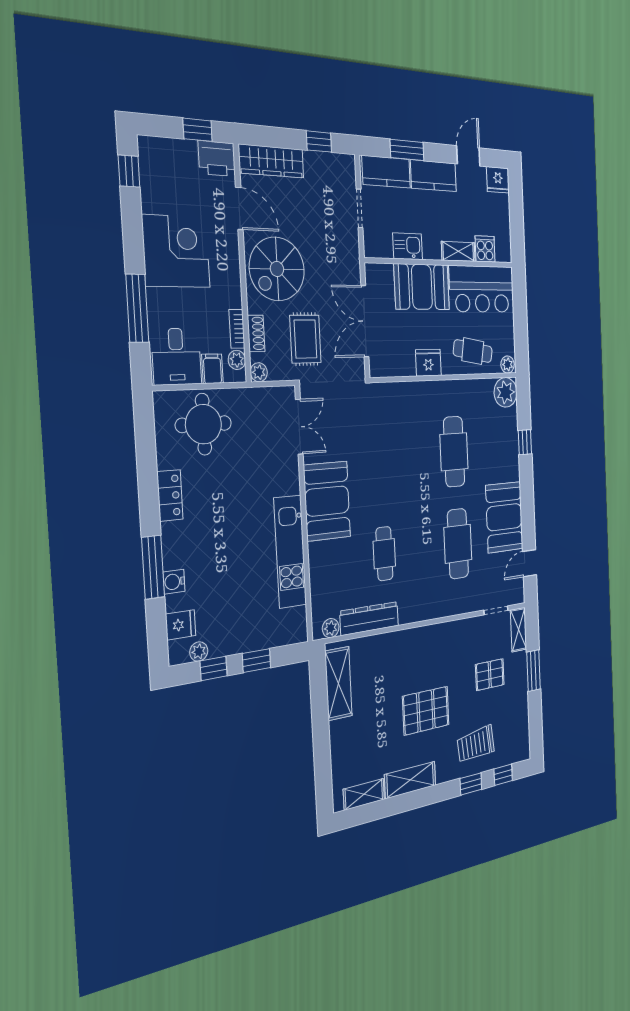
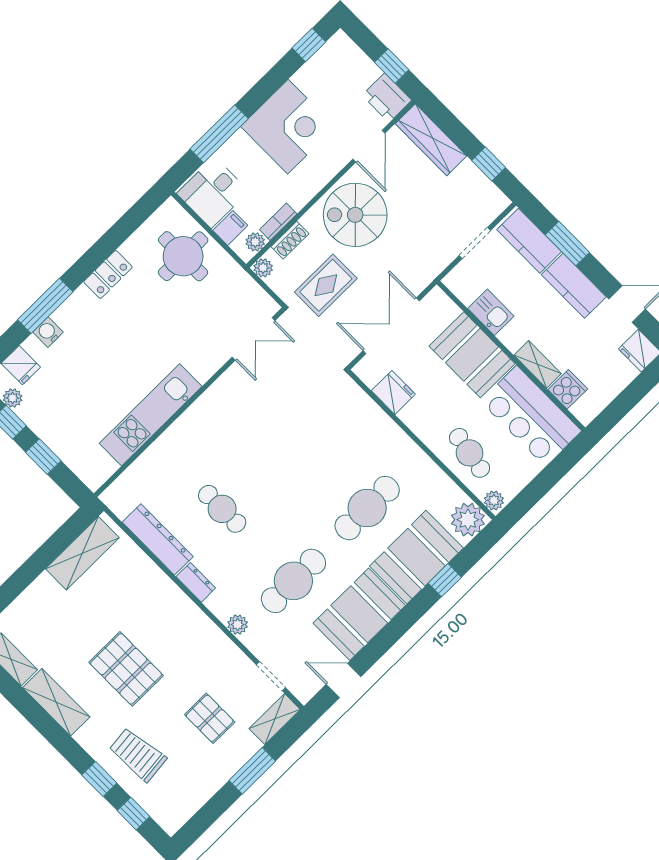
fridge: (428, 363) -> (393, 392), moved
booth: (327, 501) -> (416, 557), moved
cafe table: (384, 554) -> (222, 509), turned 90
dresser: (412, 614) -> (196, 582), added
plant: (331, 628) -> (238, 625), moved

